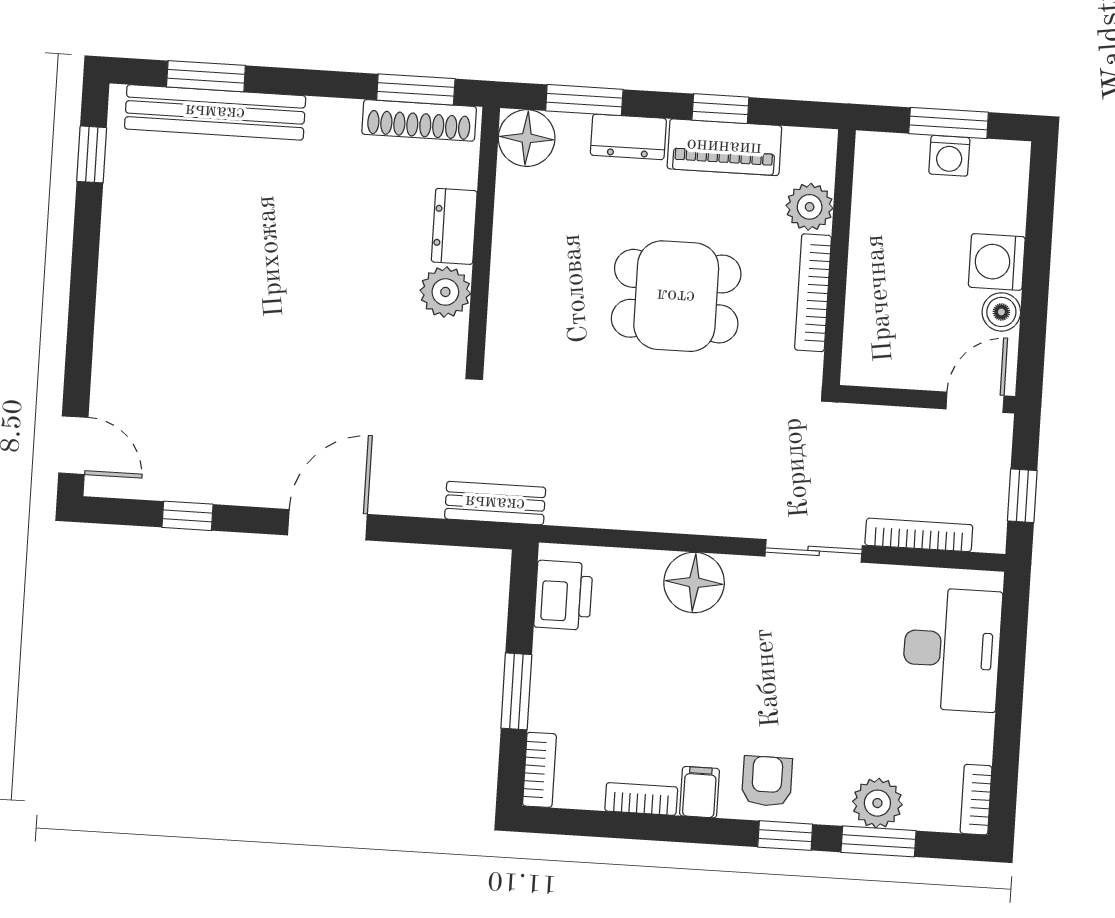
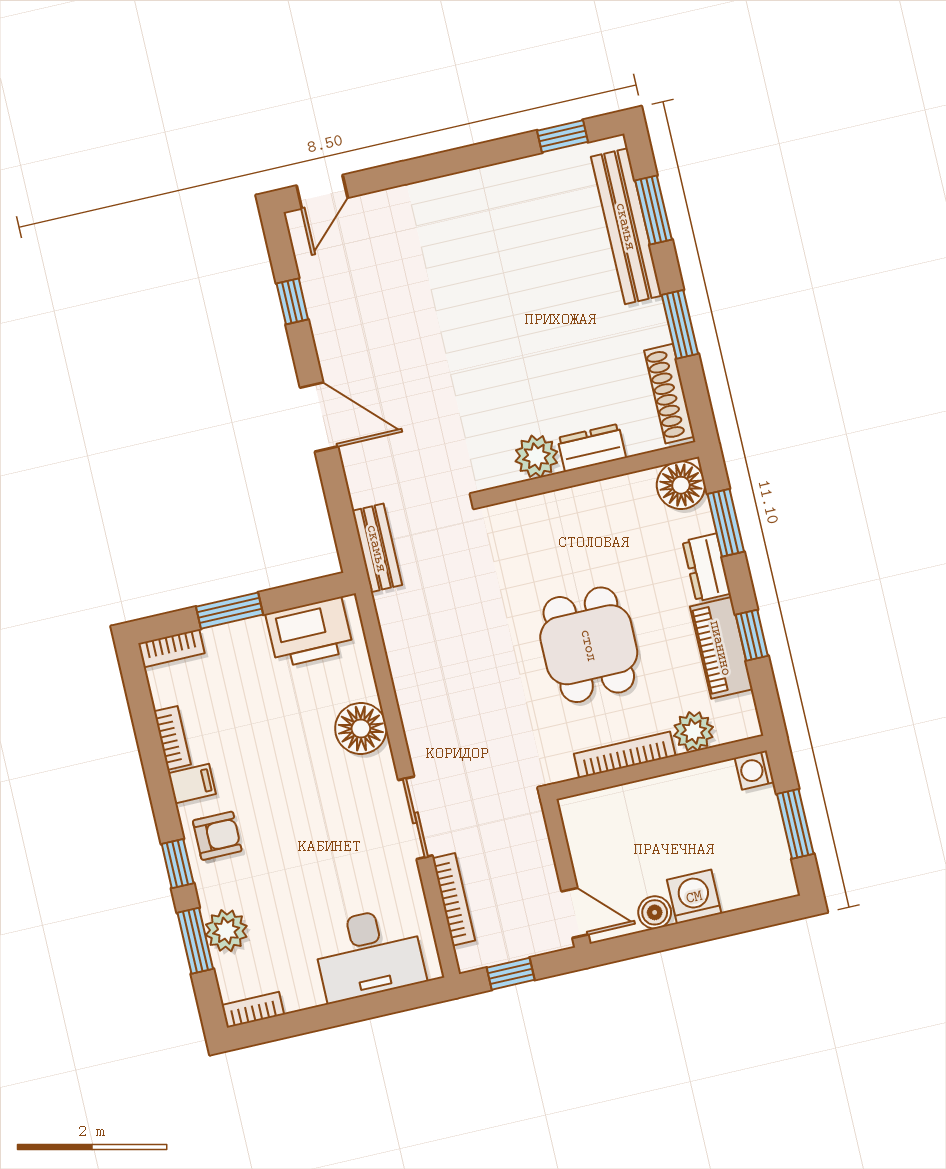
window: (416, 89) -> (680, 324), moved
washing machine: (949, 156) -> (754, 770), moved
printer: (563, 595) -> (310, 632), width x1.37, depth x1.19

